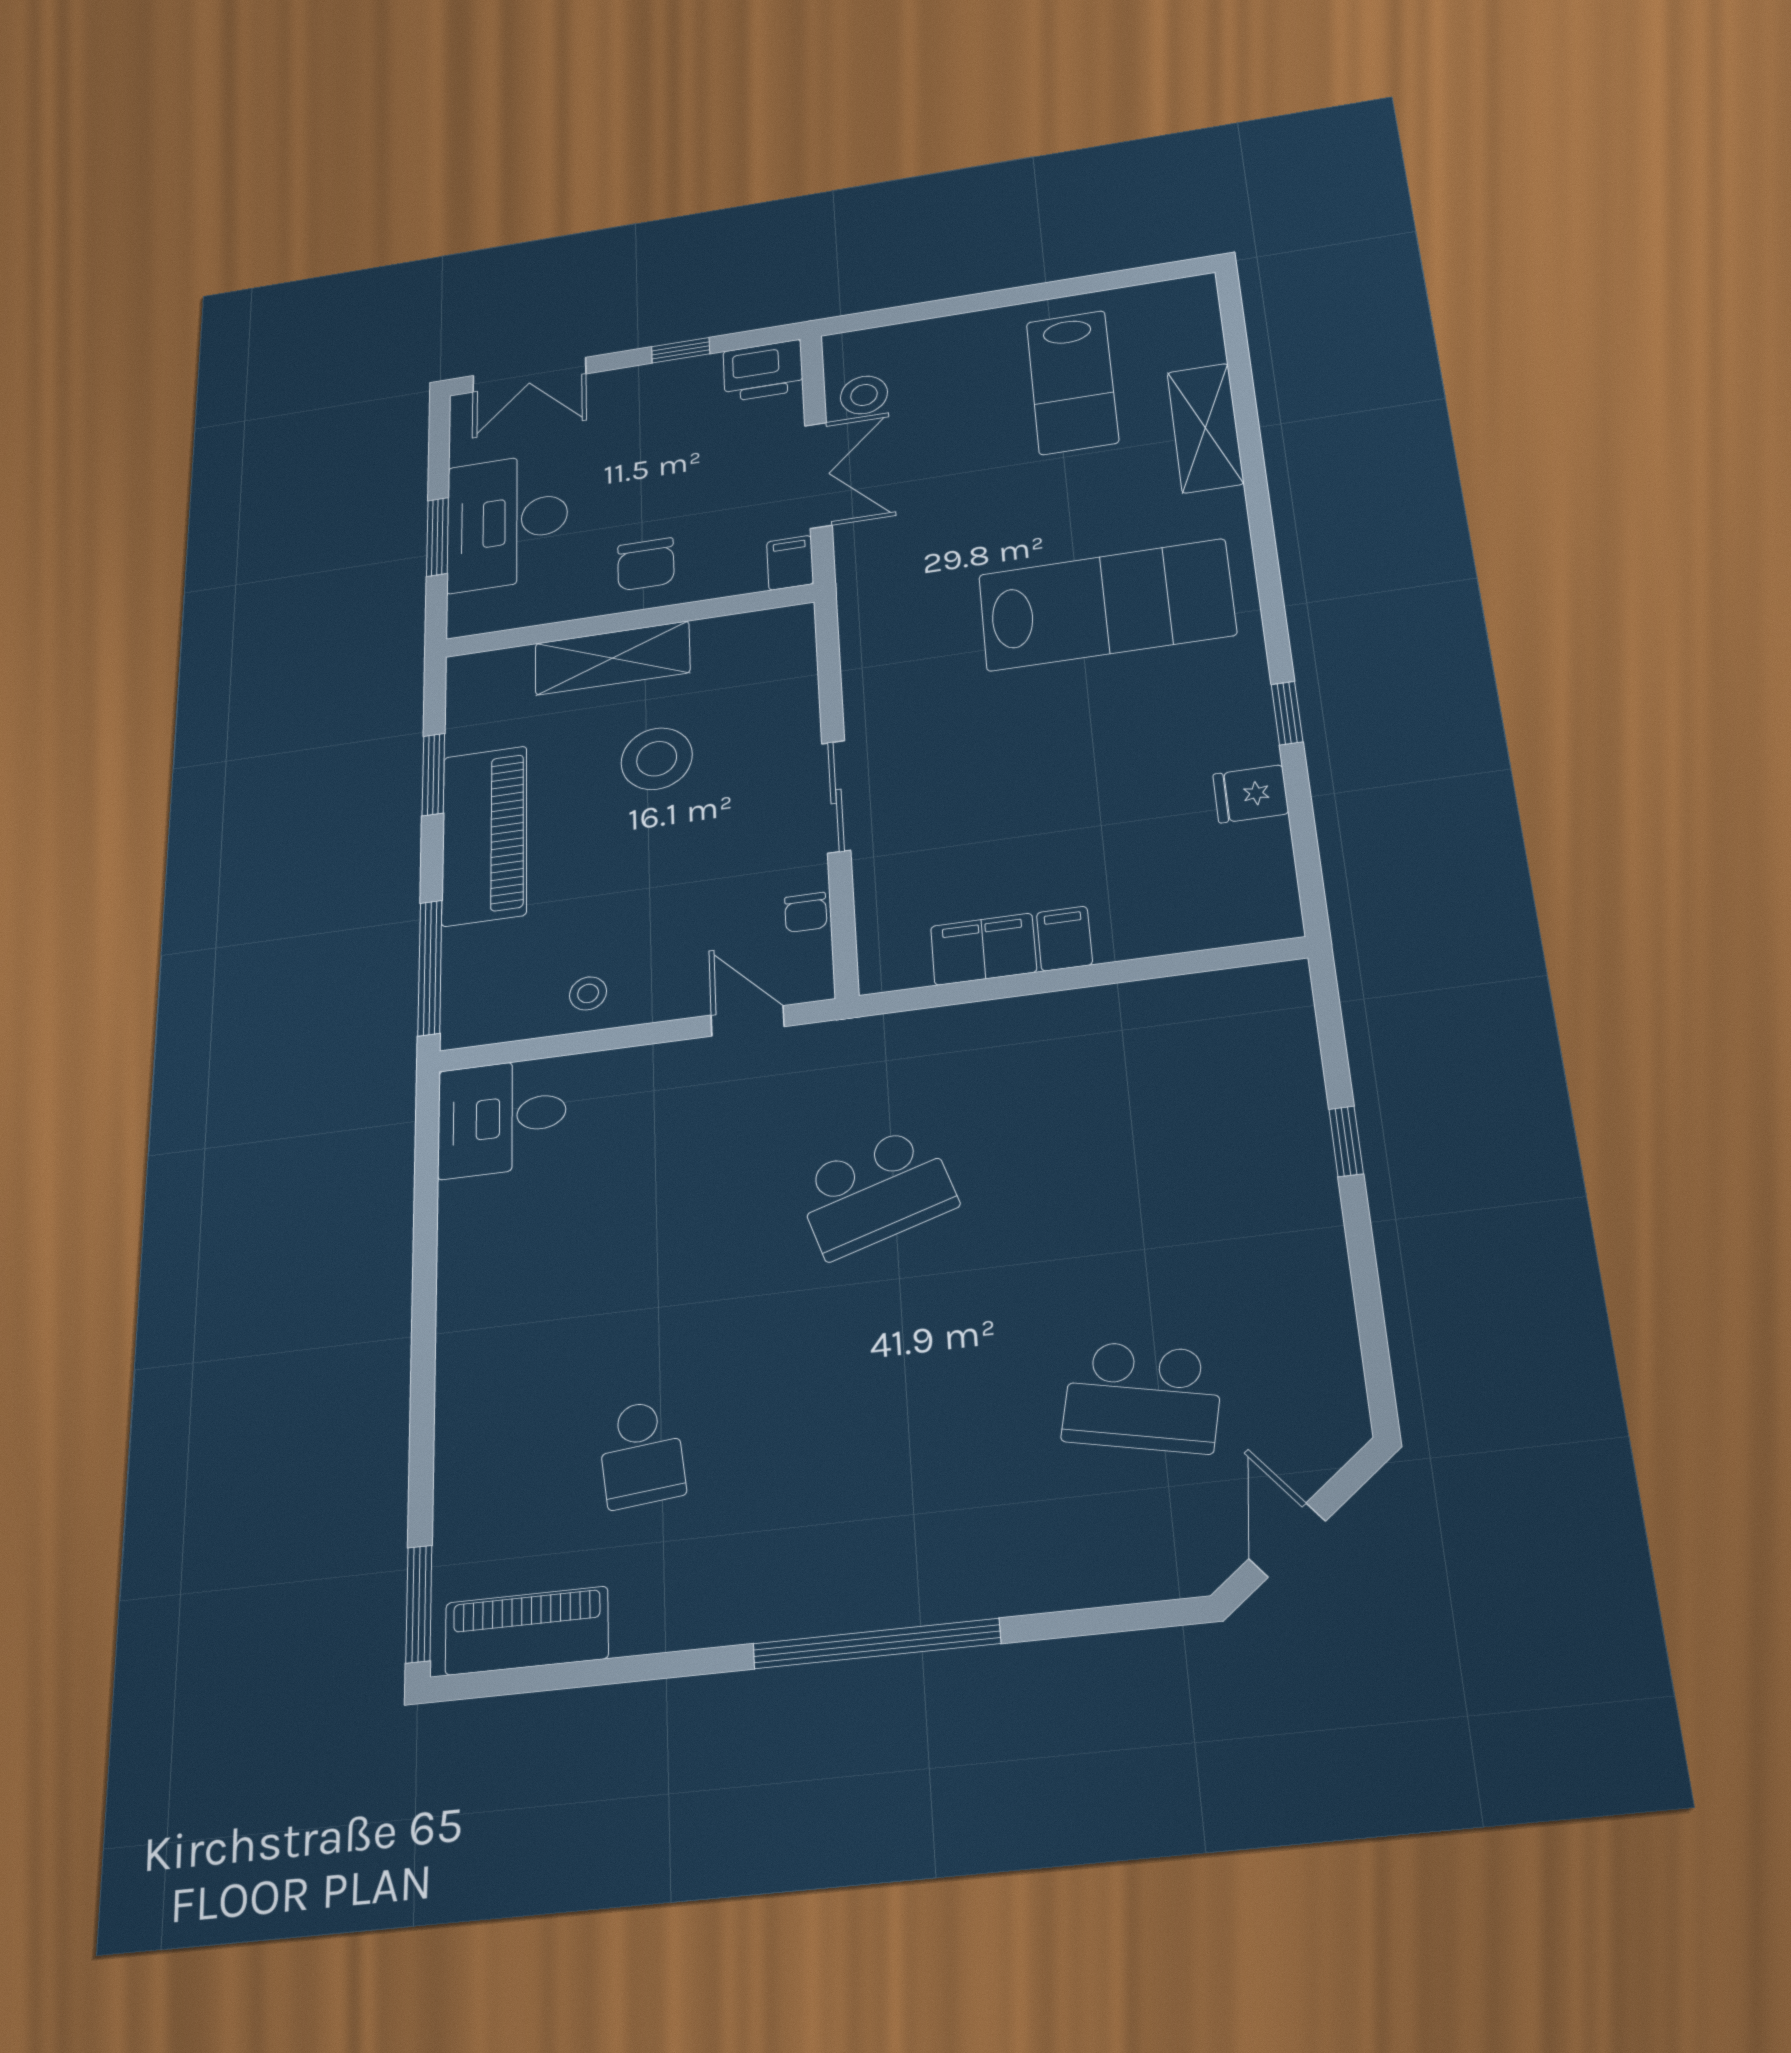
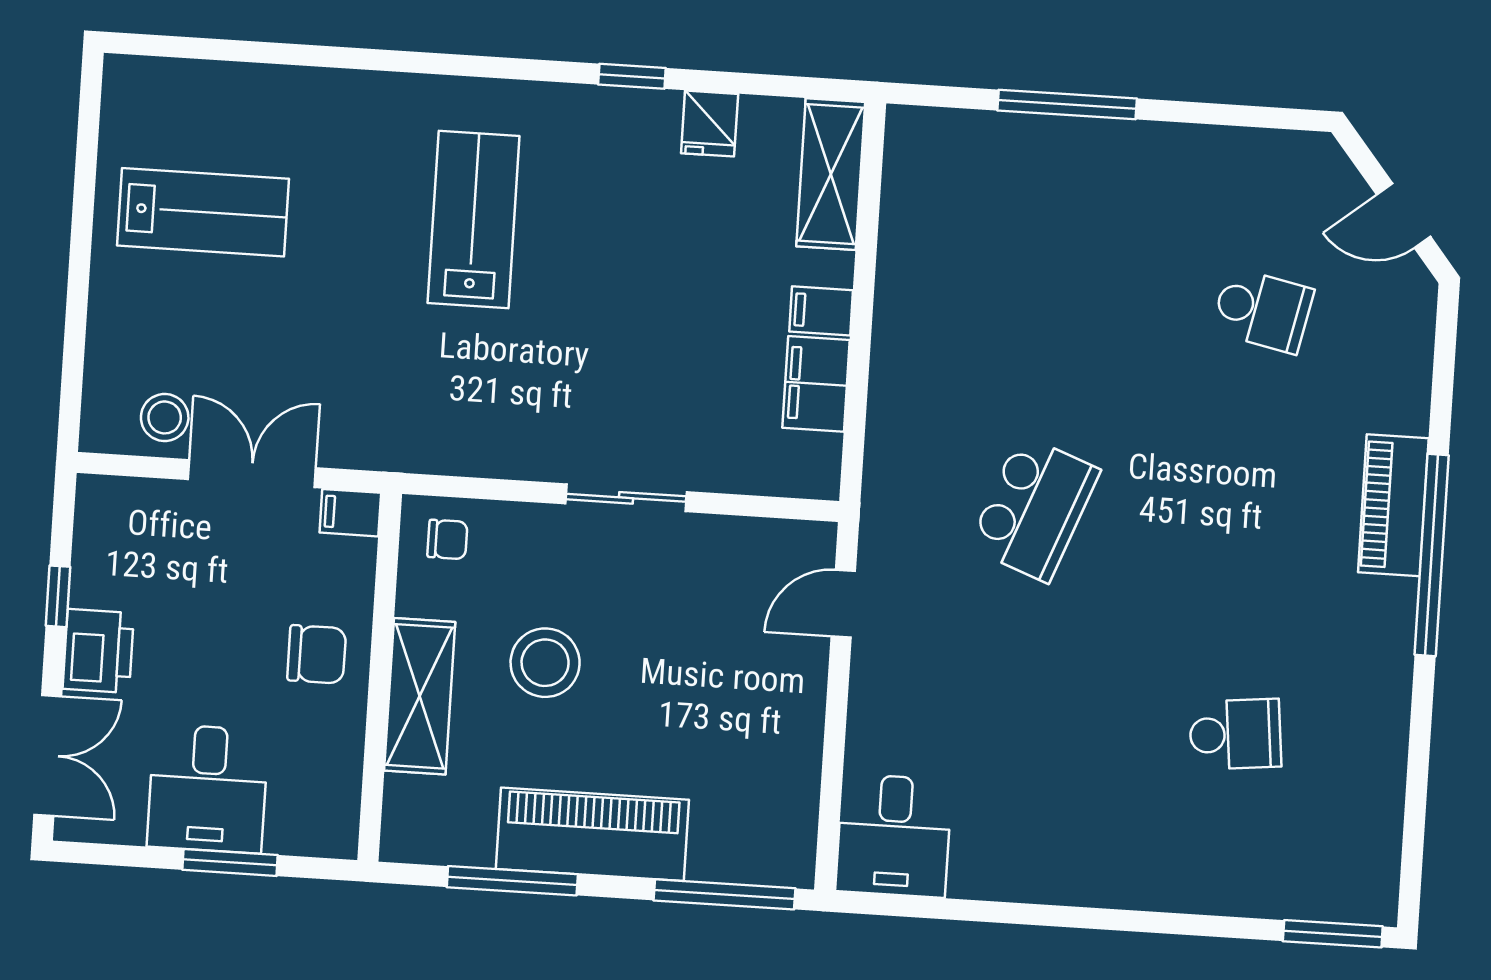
printer: (763, 371) -> (98, 651), moved
shelving: (1205, 428) -> (831, 174), moved, turned 90
desk: (507, 521) -> (208, 789), width x0.73
lab bench: (1106, 605) -> (474, 220), width x0.73, depth x0.72
window: (433, 774) -> (512, 881), width x1.44
chair: (806, 912) -> (447, 539), moved
stool: (588, 993) -> (784, 747), removed
window: (1346, 1141) -> (1067, 104), width x2.17
school desk: (876, 1192) -> (1034, 508), turned 39
school desk: (1143, 1397) -> (1263, 310), width x0.54
piano: (527, 1631) -> (1393, 505), moved

